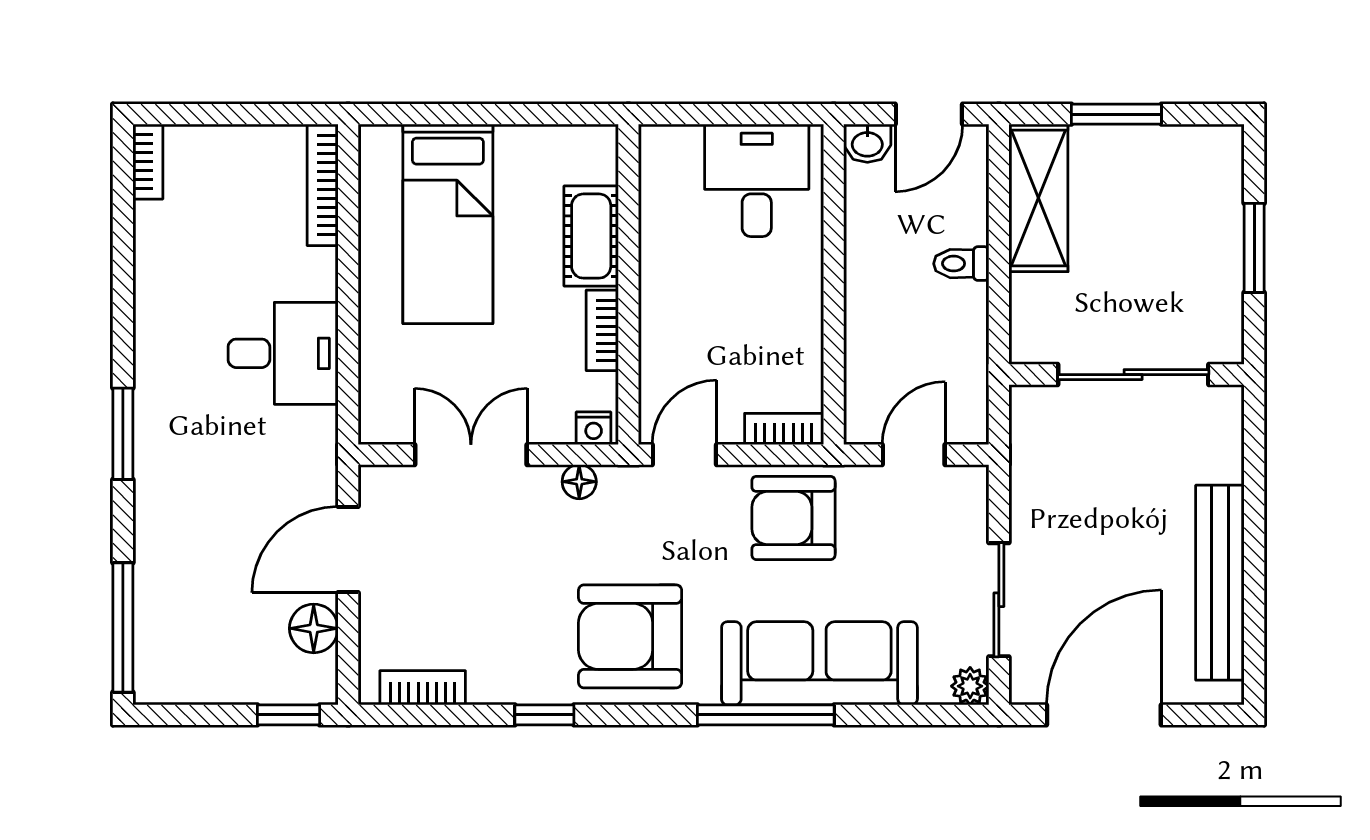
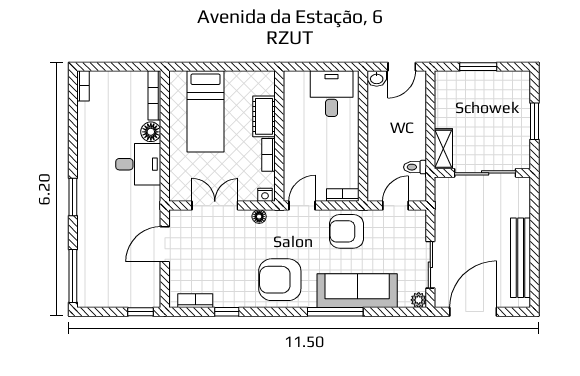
shelving: (1038, 198) -> (443, 149), moved, width x0.67, depth x0.75
toilet: (961, 264) -> (415, 167), moved
floor lamp: (314, 628) -> (151, 132), moved
window: (544, 715) -> (227, 312), moved

